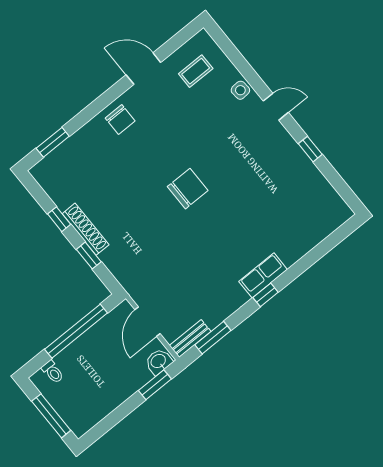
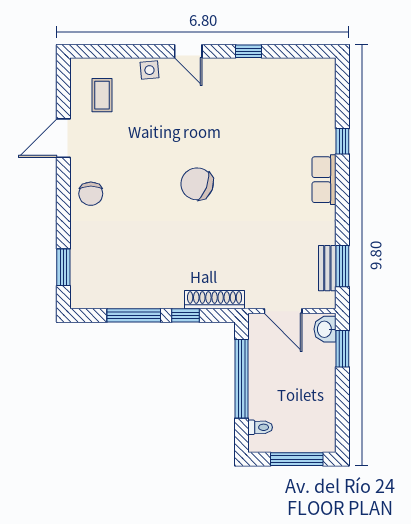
door: (276, 107) -> (188, 51), swing flipped
chair: (120, 120) -> (91, 194), turned 90
chair: (188, 189) -> (197, 184), turned -69
window: (59, 219) -> (134, 315), width x2.17
shoe rack: (86, 229) -> (215, 300), moved
window: (266, 295) -> (342, 141), moved
bench: (190, 339) -> (327, 268), moved

